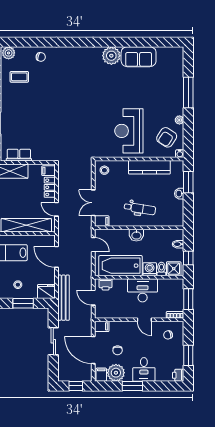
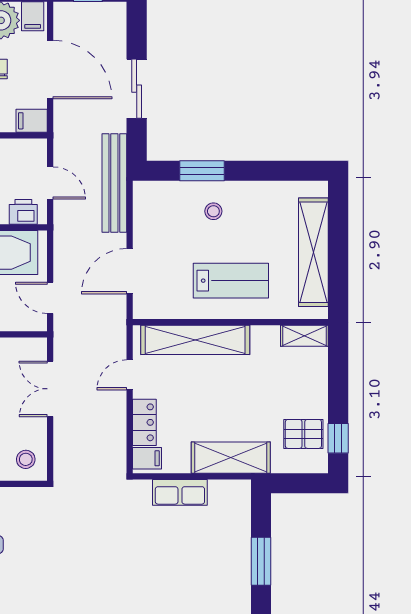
row of seats: (19, 155) -> (180, 492), moved
double door: (93, 203) -> (50, 389), swing flipped
door: (56, 209) -> (130, 375), swing flipped
filing cabinet: (102, 221) -> (31, 349), removed
door: (56, 257) -> (130, 271), swing flipped
fridge: (46, 292) -> (153, 196), removed

